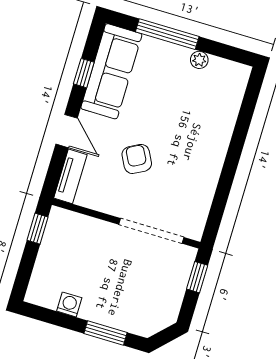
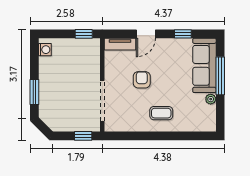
sofa: (111, 71) -> (204, 65), moved, turned 90
coffee table: (198, 144) -> (161, 113), added
armchair: (137, 159) -> (142, 80), turned -62
washing machine: (69, 304) -> (45, 50), moved

